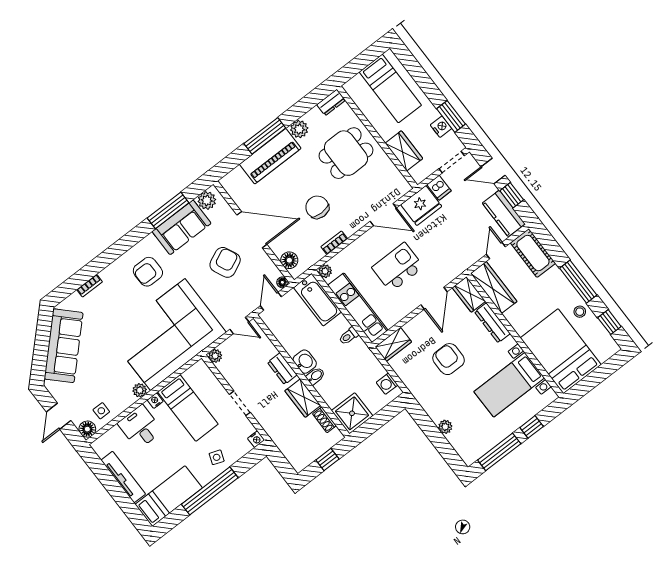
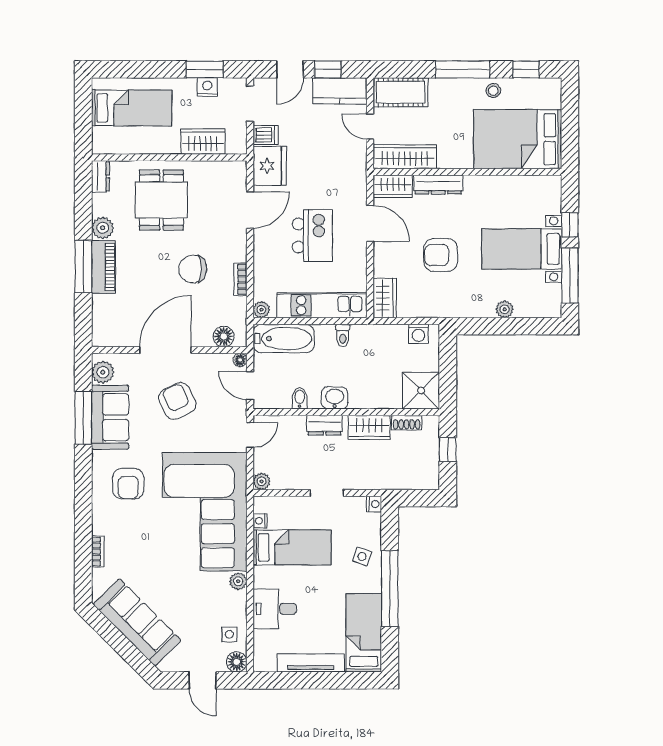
piano: (270, 156) -> (103, 267), width x0.73, depth x0.75
kitchen island: (398, 267) -> (312, 235), turned 180
bidet: (315, 376) -> (300, 398), moved
bed with nightstands: (509, 385) -> (522, 249), moved, turned 90
nightstand: (155, 401) -> (260, 521), moved

